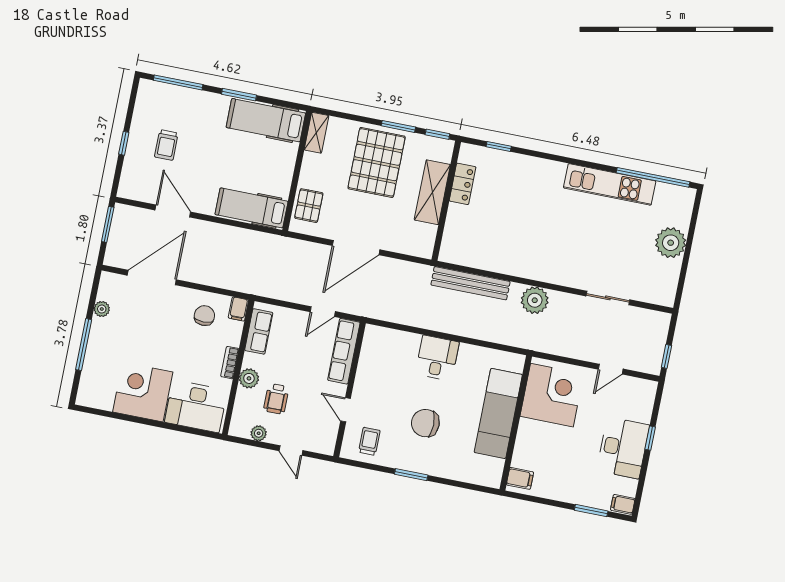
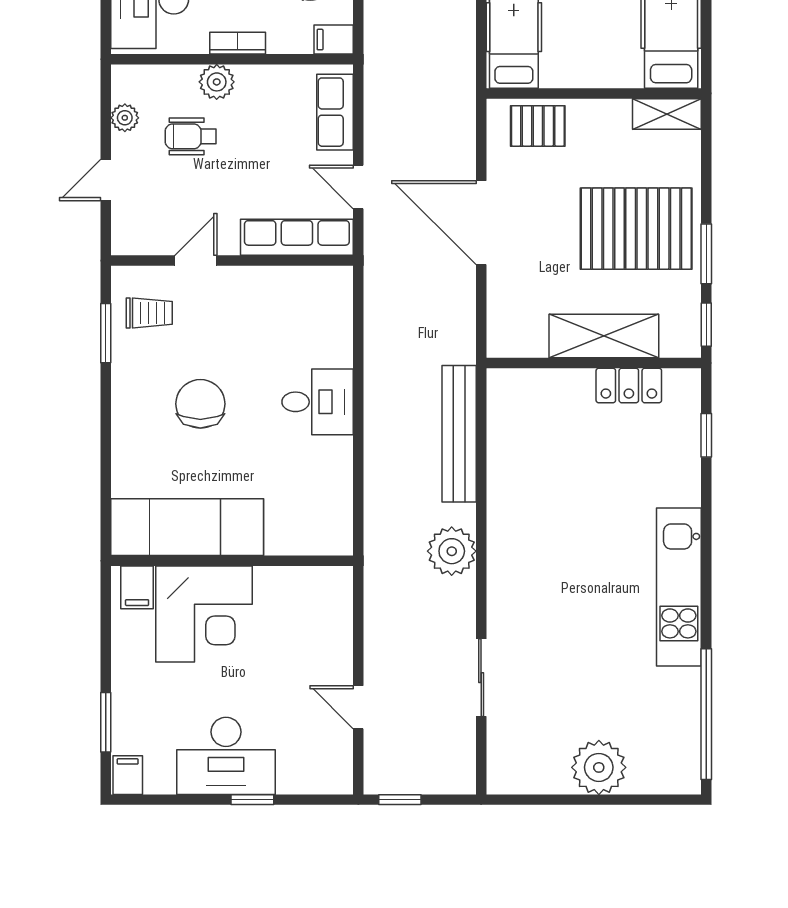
kitchen unit: (610, 184) -> (679, 587), moved
row of seats: (259, 331) -> (335, 112), moved, turned 90
corner desk: (552, 395) -> (204, 614), moved
exam couch: (498, 413) -> (187, 527), moved
window: (411, 475) -> (106, 333), moved

